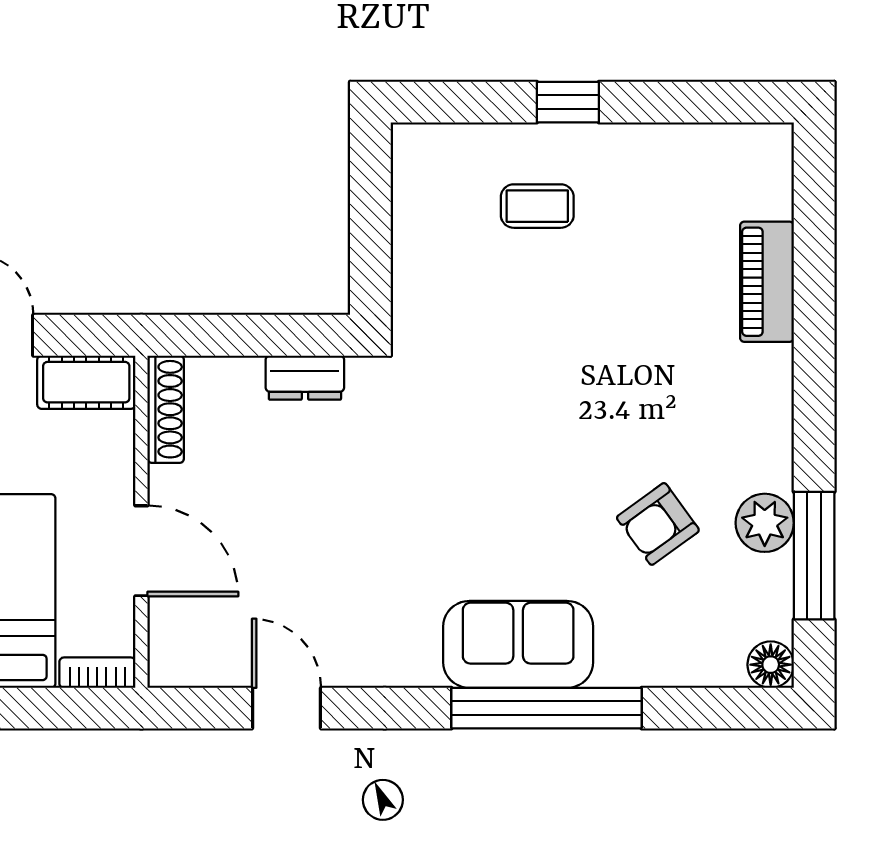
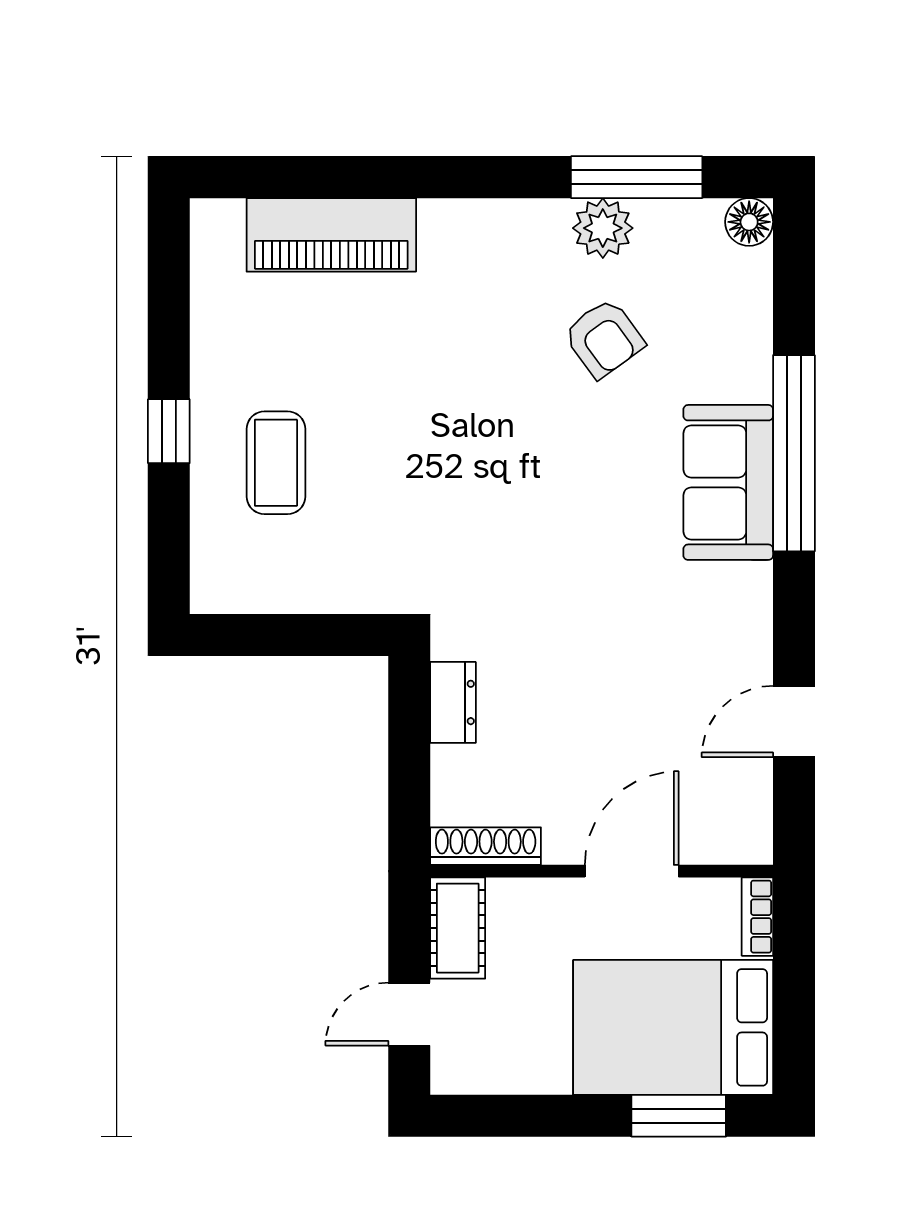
coffee table: (537, 206) -> (276, 463), width x1.36, depth x1.30
piano: (767, 282) -> (331, 235), width x1.37, depth x1.33

